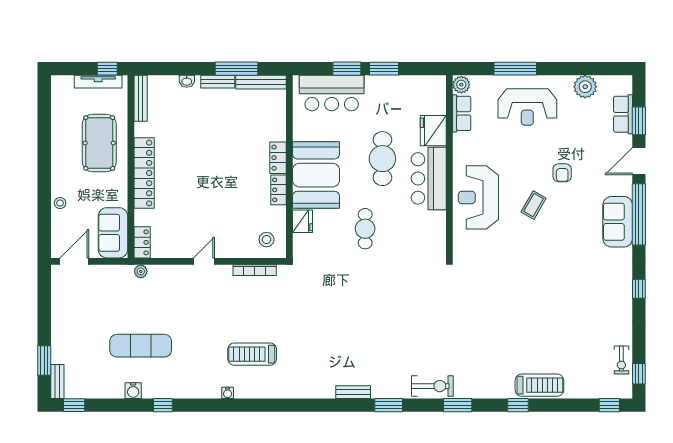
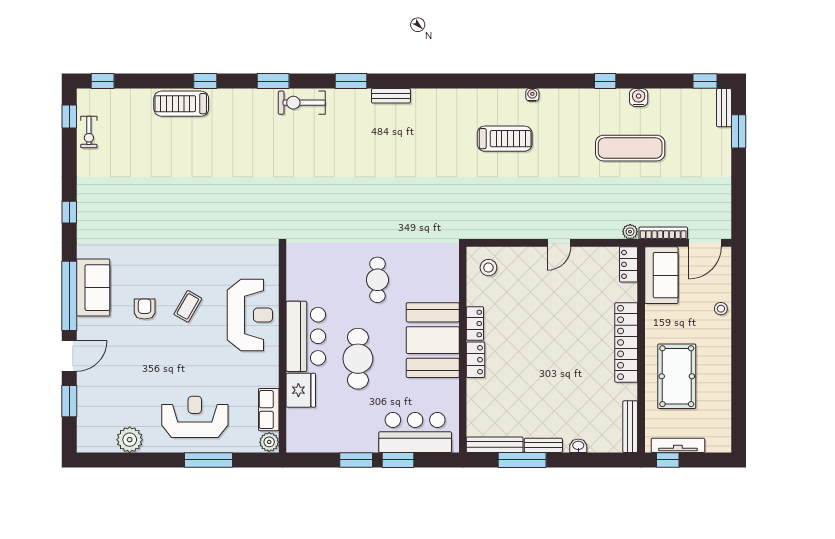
row of seats: (623, 114) -> (87, 409), removed
armchair: (562, 173) -> (145, 309), moved
fridge: (302, 221) -> (448, 288), removed
bookcase: (255, 270) -> (663, 233), moved
exercise bike: (621, 360) -> (89, 132), turned 180

